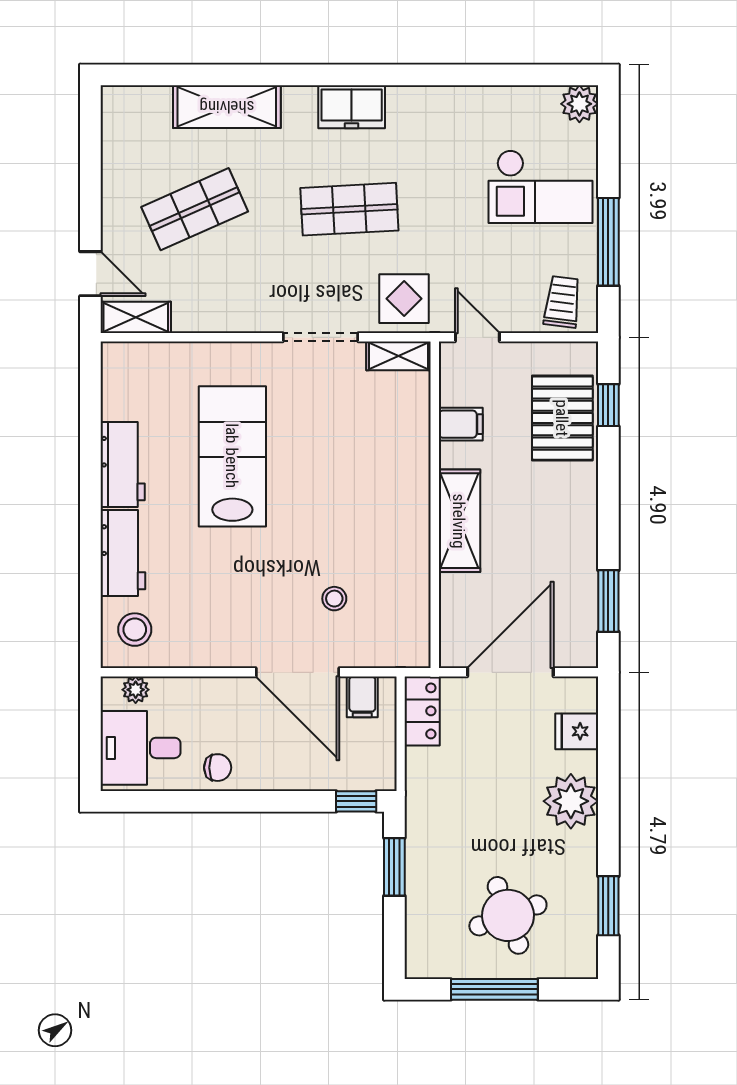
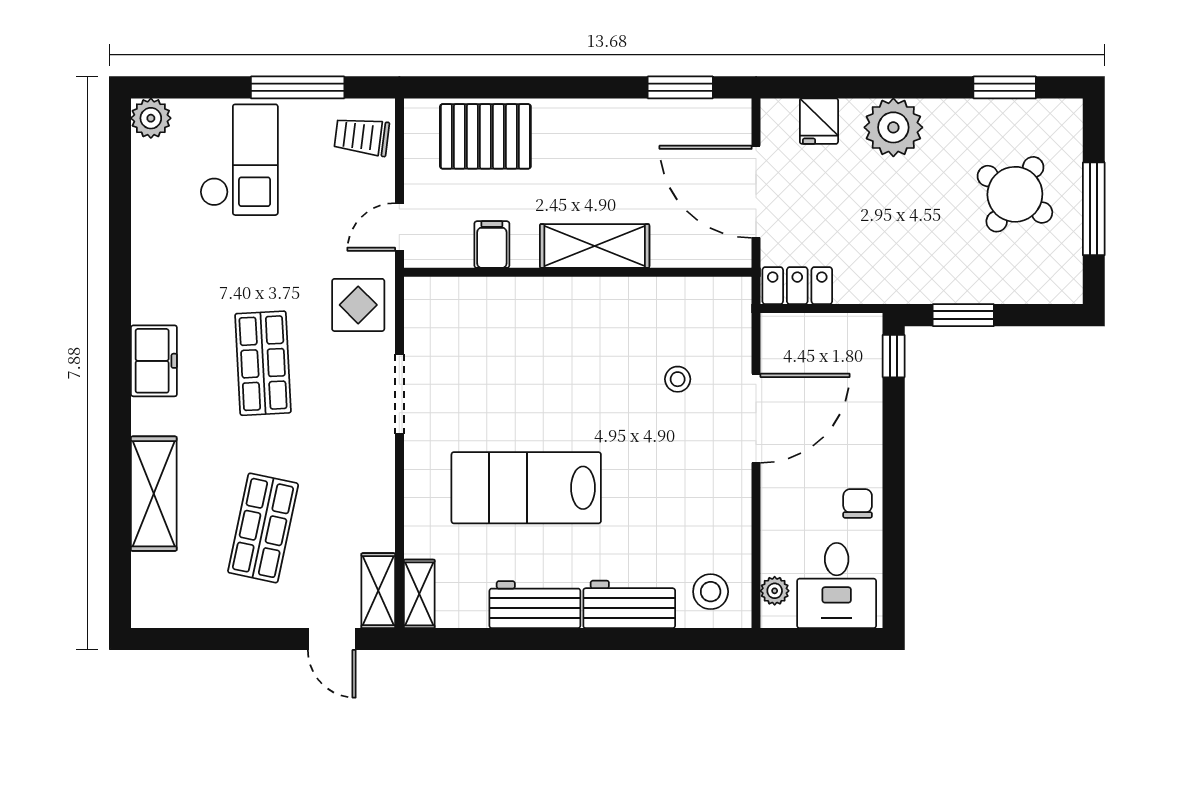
shop shelf: (195, 209) -> (263, 528), turned 36
door: (90, 274) -> (332, 639), swing flipped
shelving: (399, 356) -> (419, 594), moved
window: (608, 405) -> (472, 87), removed
filing cabinet: (362, 697) -> (782, 349), removed
round table: (508, 915) -> (1015, 194), turned -36

